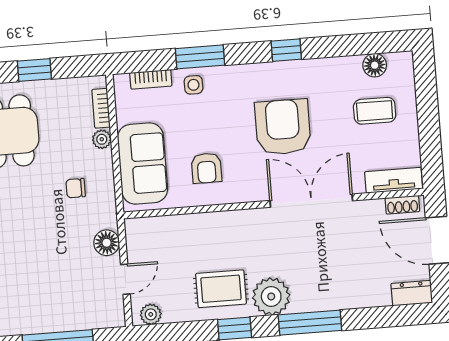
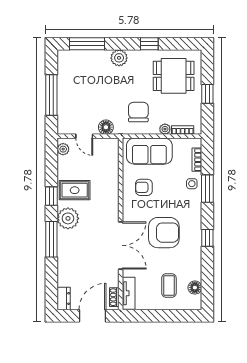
chair: (76, 188) -> (138, 112), width x1.87, depth x1.87
rug: (221, 289) -> (75, 190), turned 90

